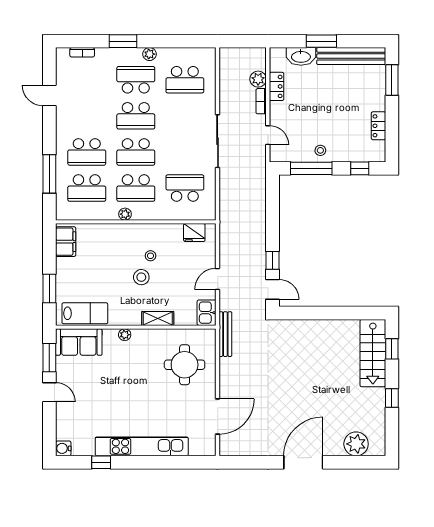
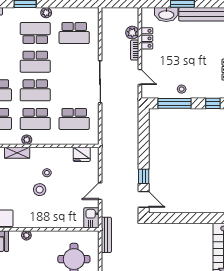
school desk: (185, 188) -> (74, 119), turned 180
shelving: (158, 318) -> (17, 153), moved

